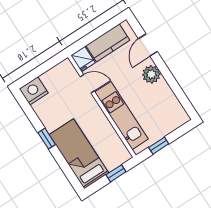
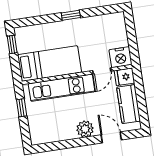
nightstand: (34, 91) -> (121, 57), moved, turned 90
bed: (79, 154) -> (49, 63), moved
window: (116, 173) -> (12, 44), moved

